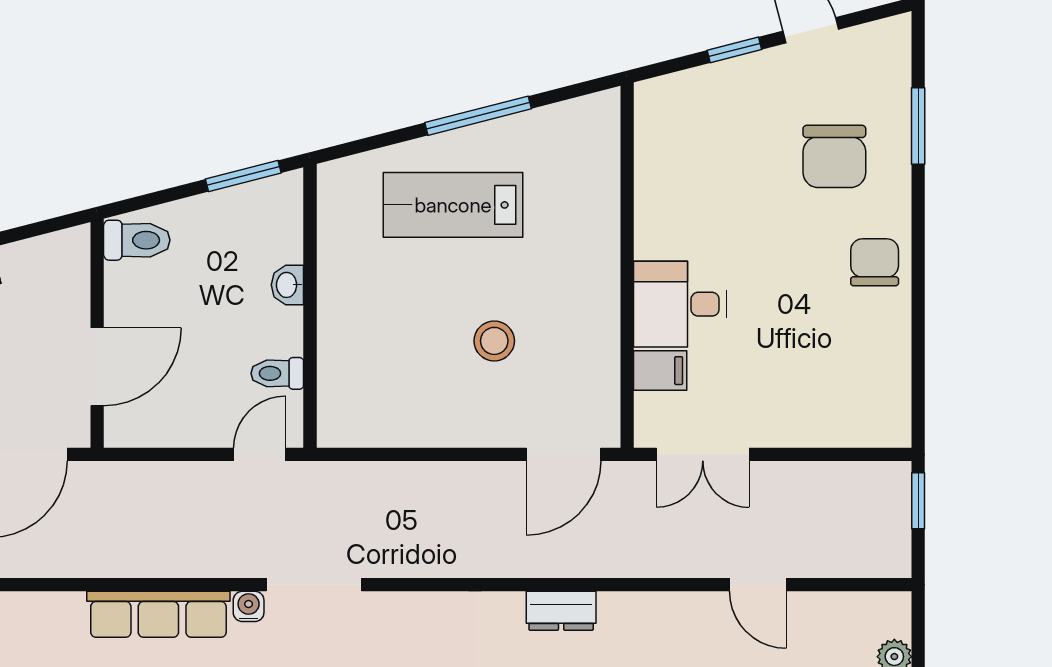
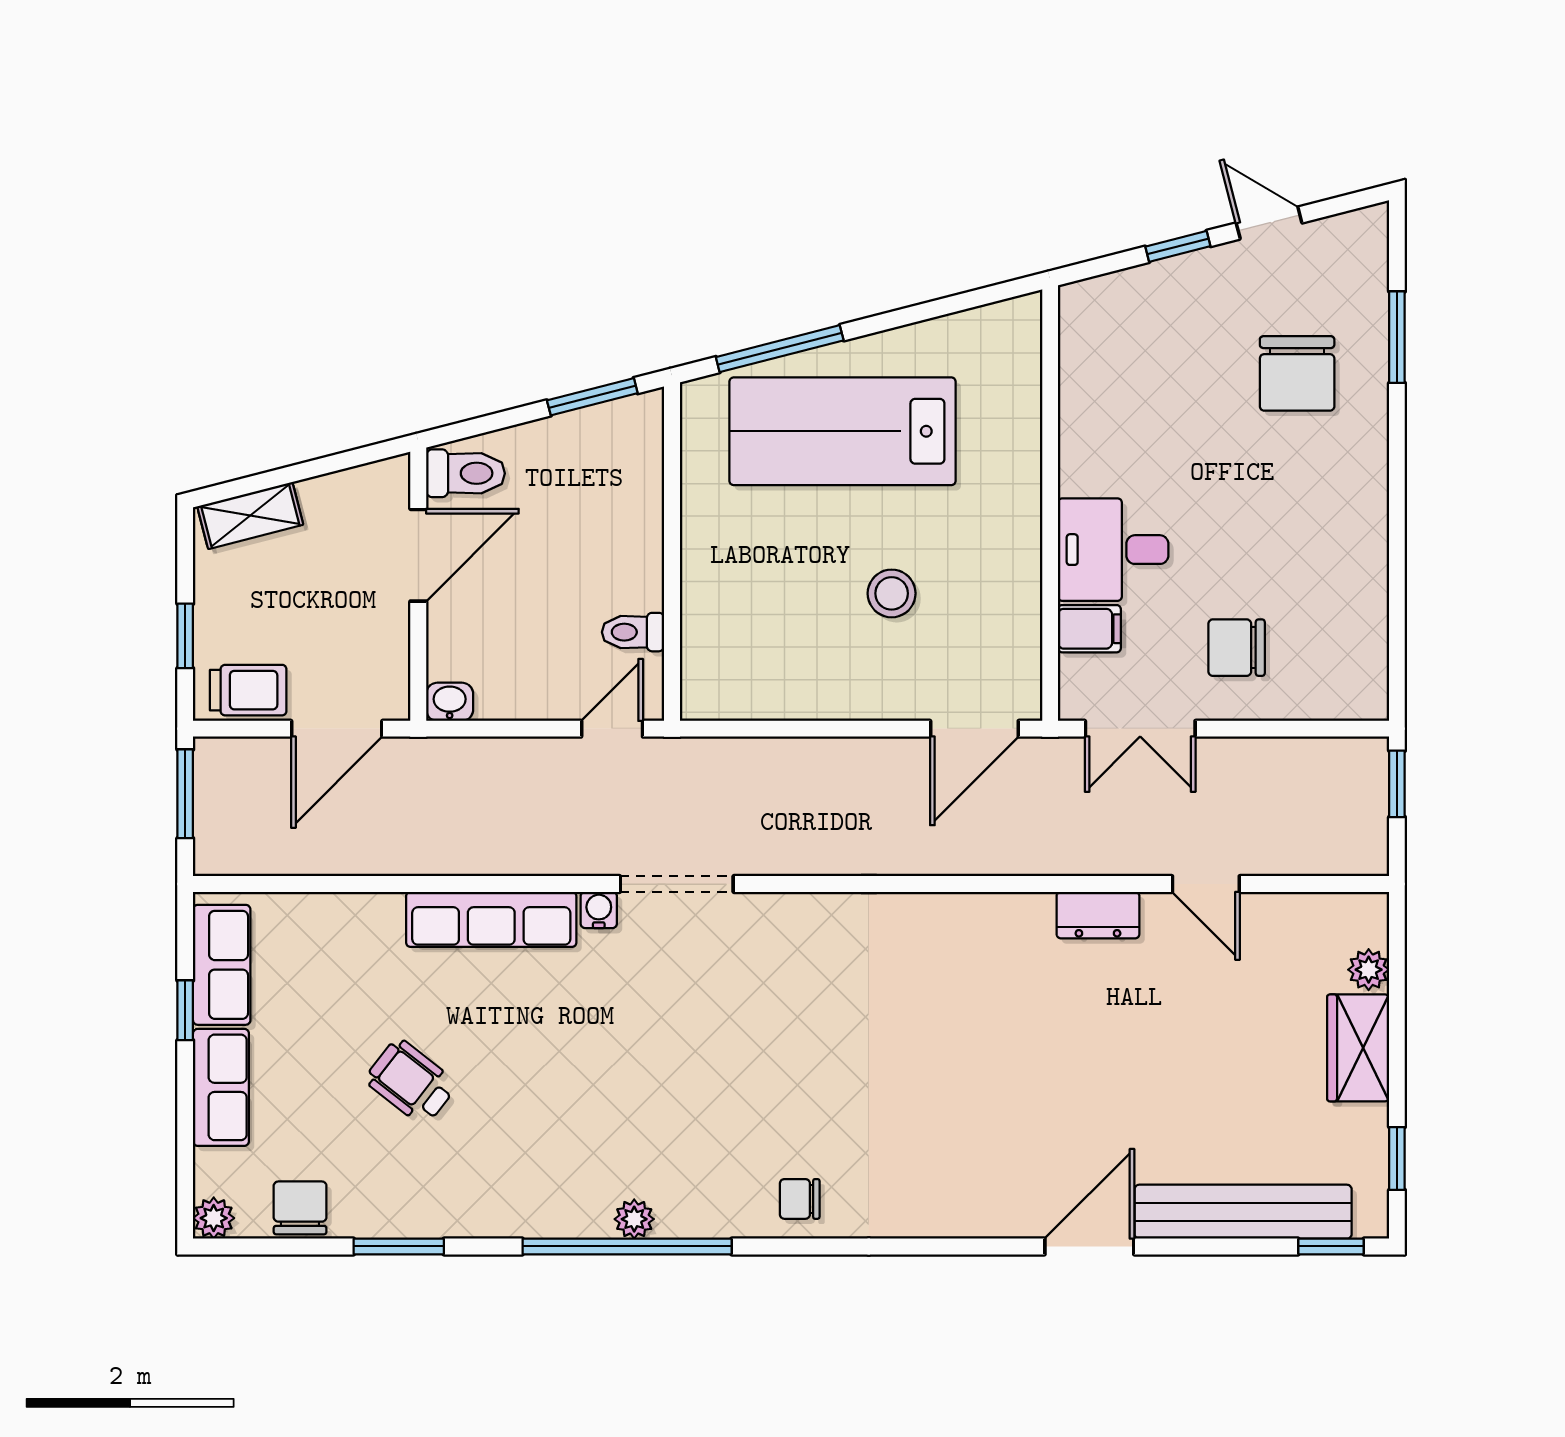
window: (478, 116) -> (780, 349), moved
lab bench: (453, 205) -> (843, 431), width x1.36, depth x1.39
chair: (875, 262) -> (1237, 648), moved, turned -90
washbasin: (287, 285) -> (450, 702), moved, turned 90
door: (97, 367) -> (418, 555), moved
dresser: (561, 611) -> (1098, 915), moved

